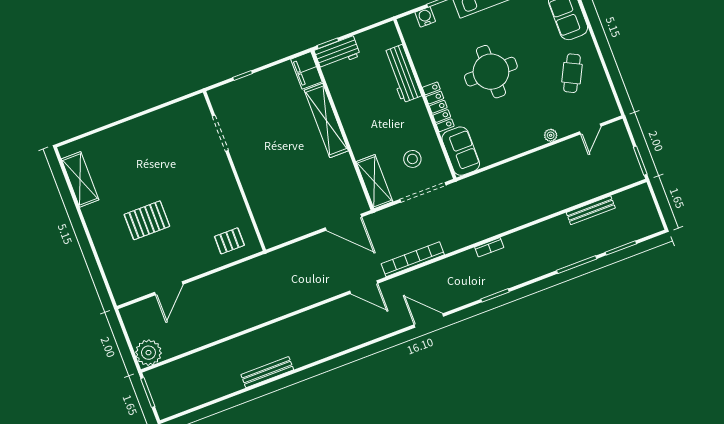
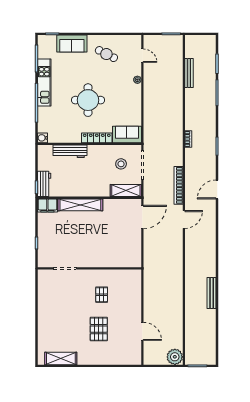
water cooler: (425, 17) -> (42, 138), moved
pallet: (229, 241) -> (102, 295), moved

